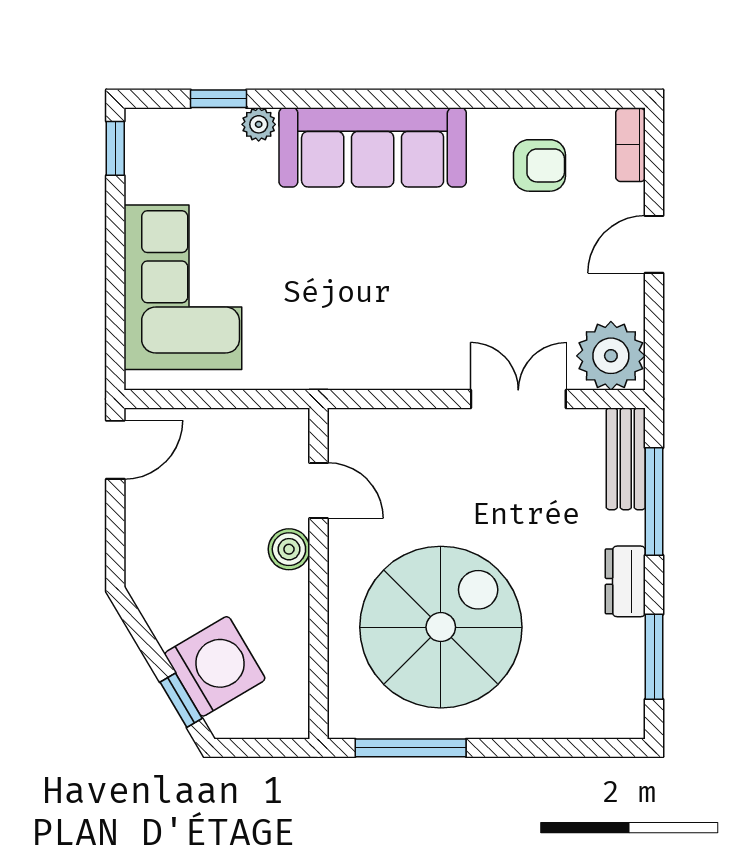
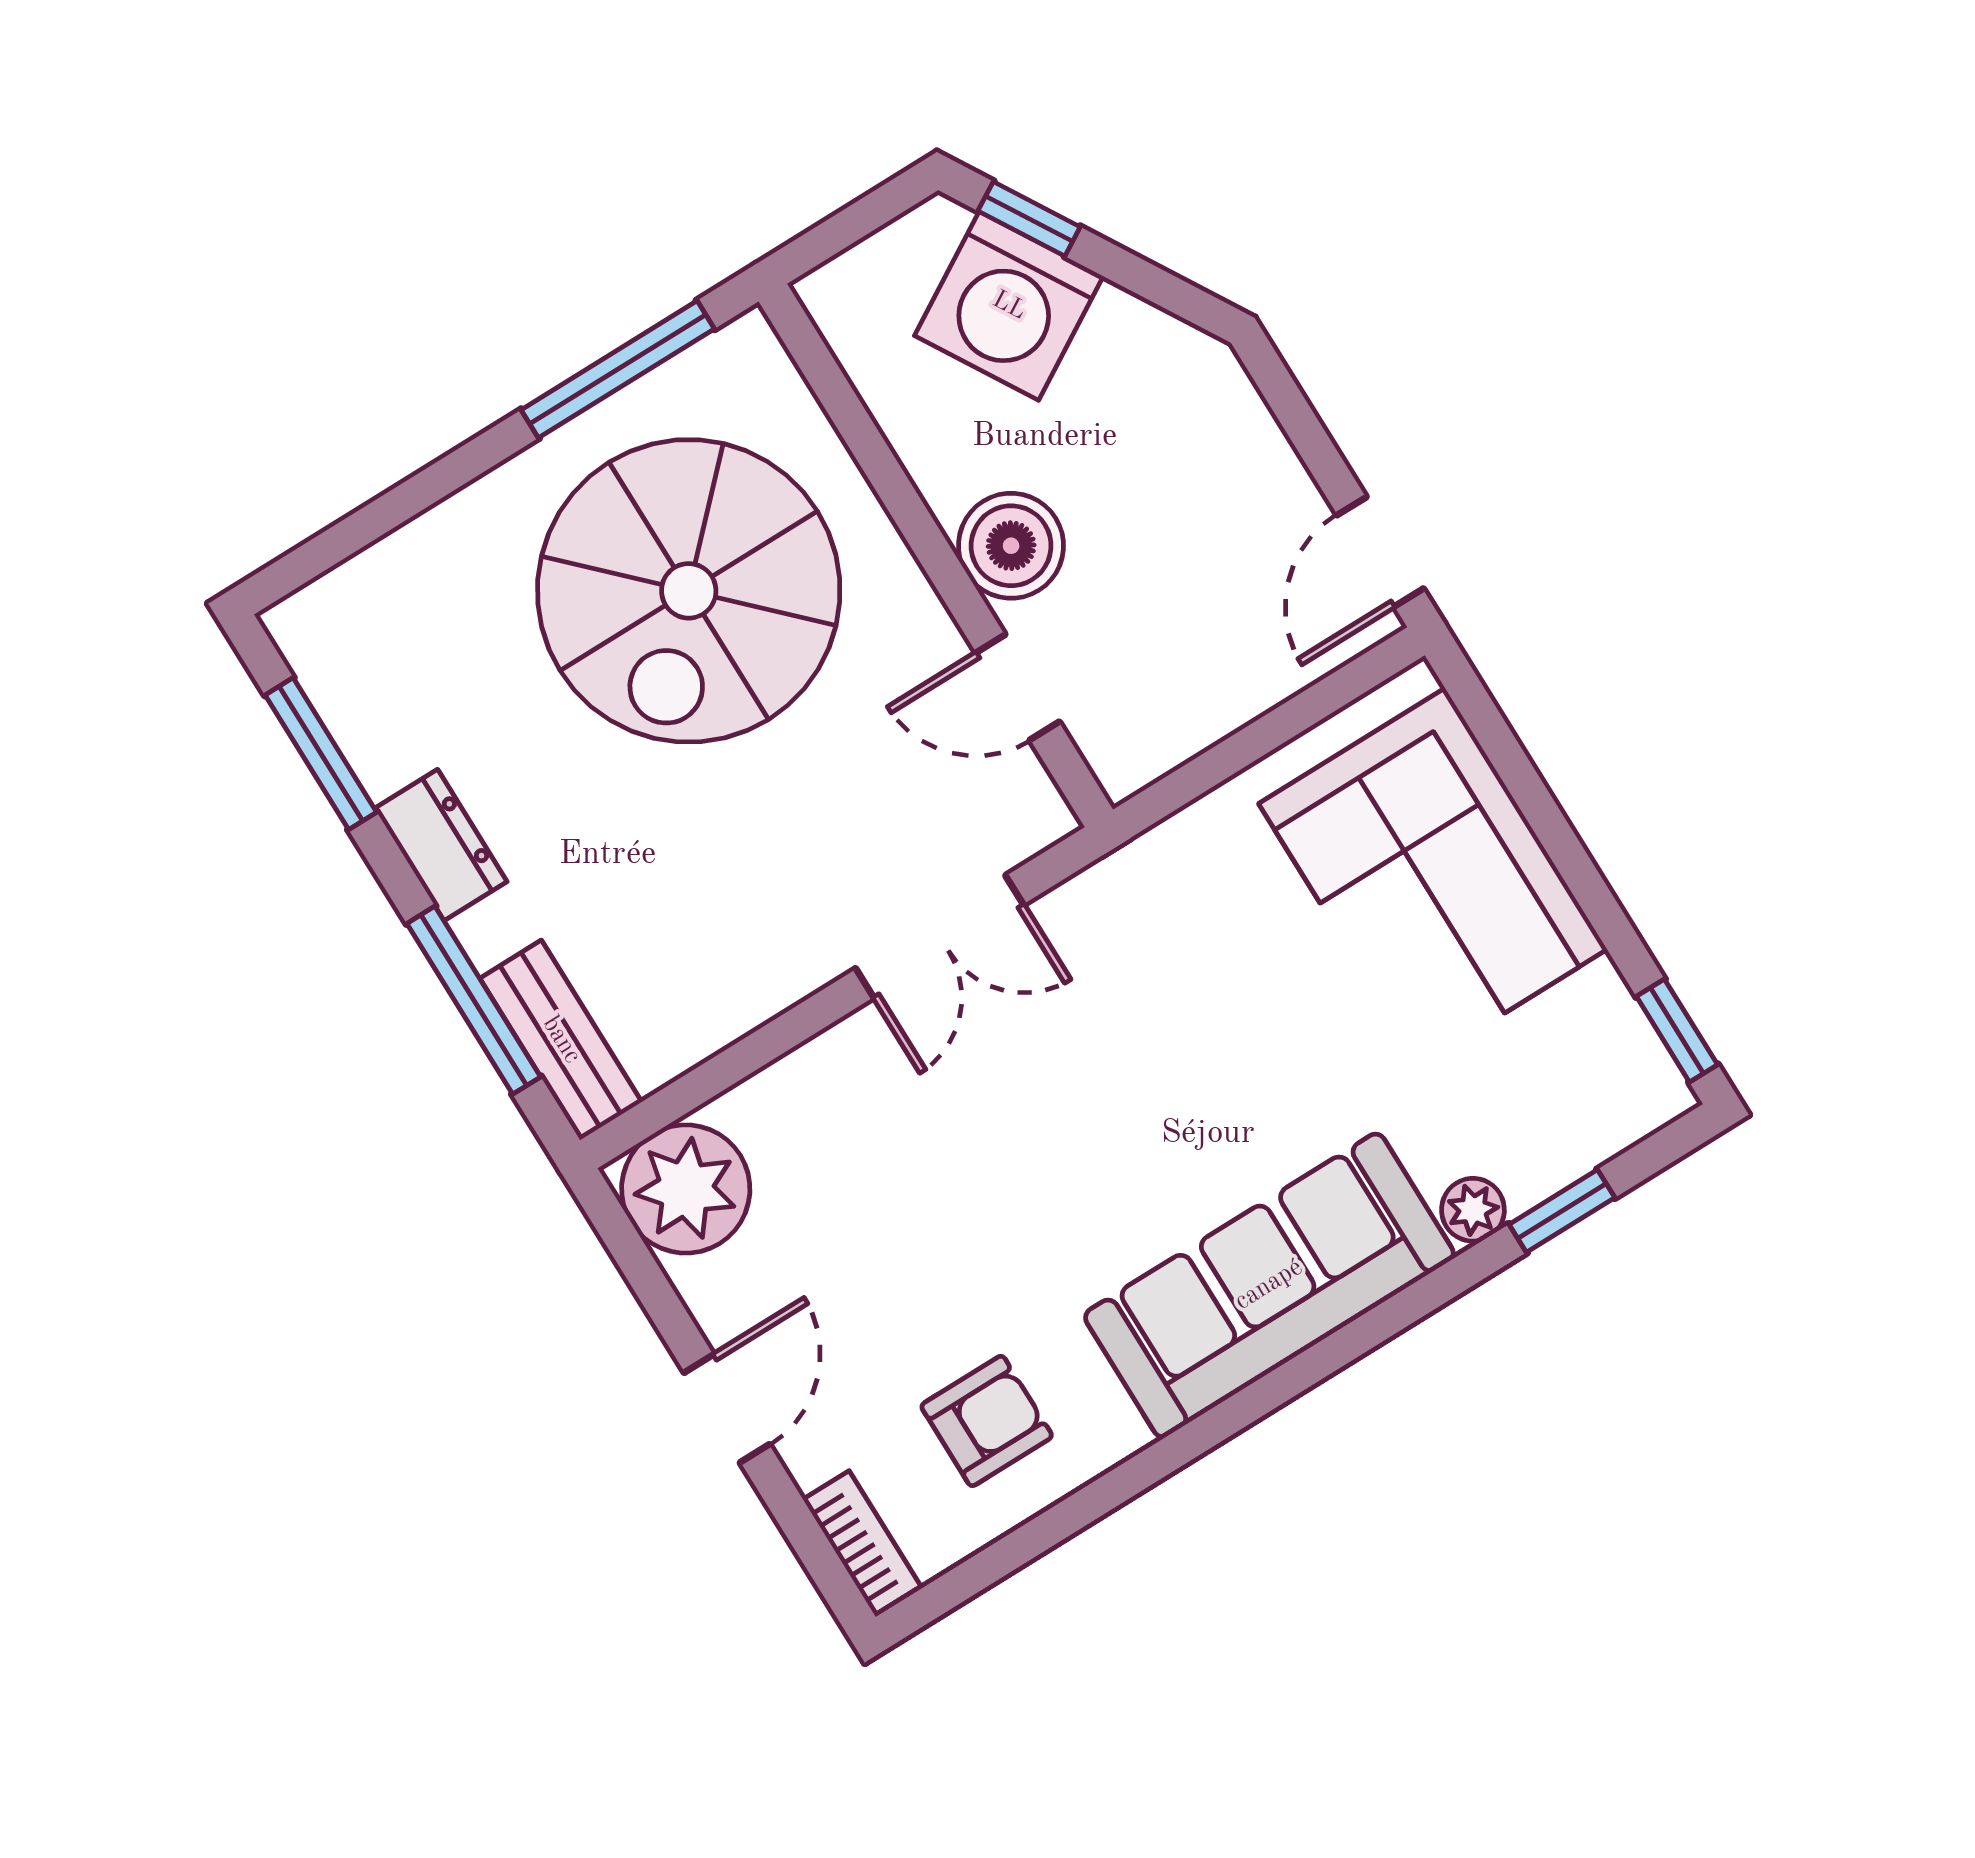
armchair: (539, 165) -> (987, 1421), turned 180
double door: (518, 399) -> (940, 937), moved
boiler: (289, 549) -> (1011, 546), width x1.36, depth x1.36

